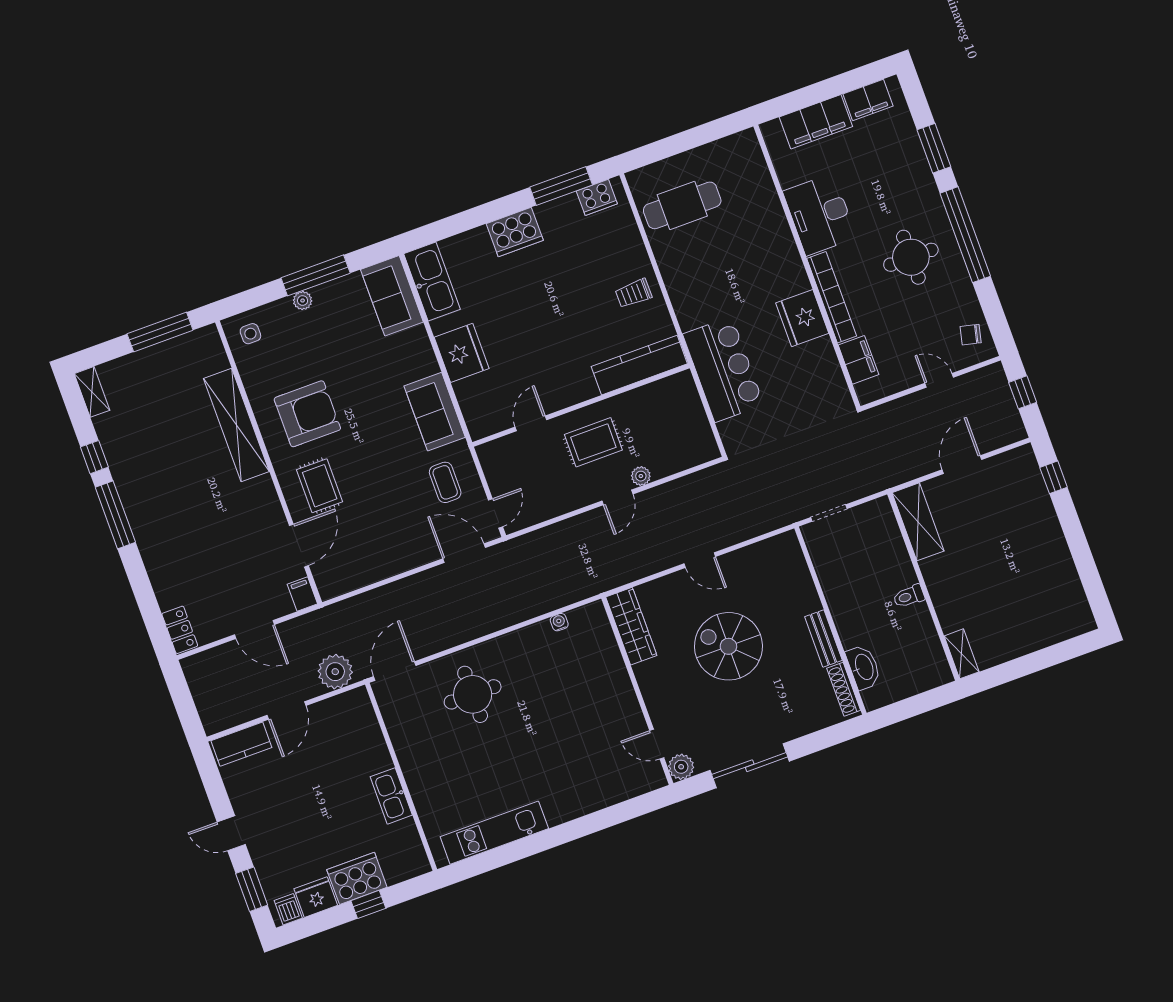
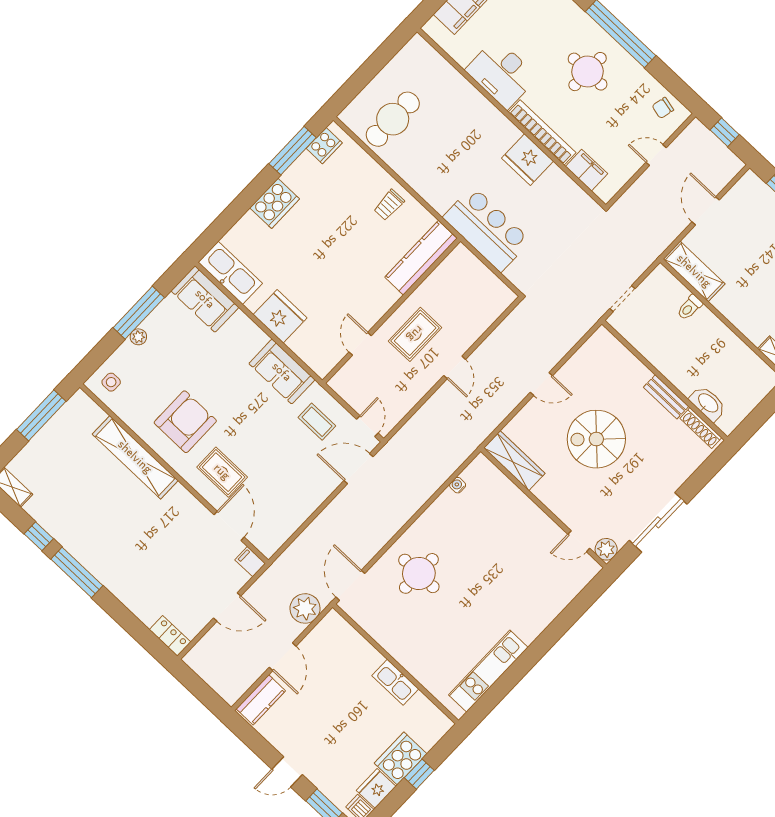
plant: (641, 476) -> (464, 342), removed
toilet: (909, 596) -> (690, 307), moved

